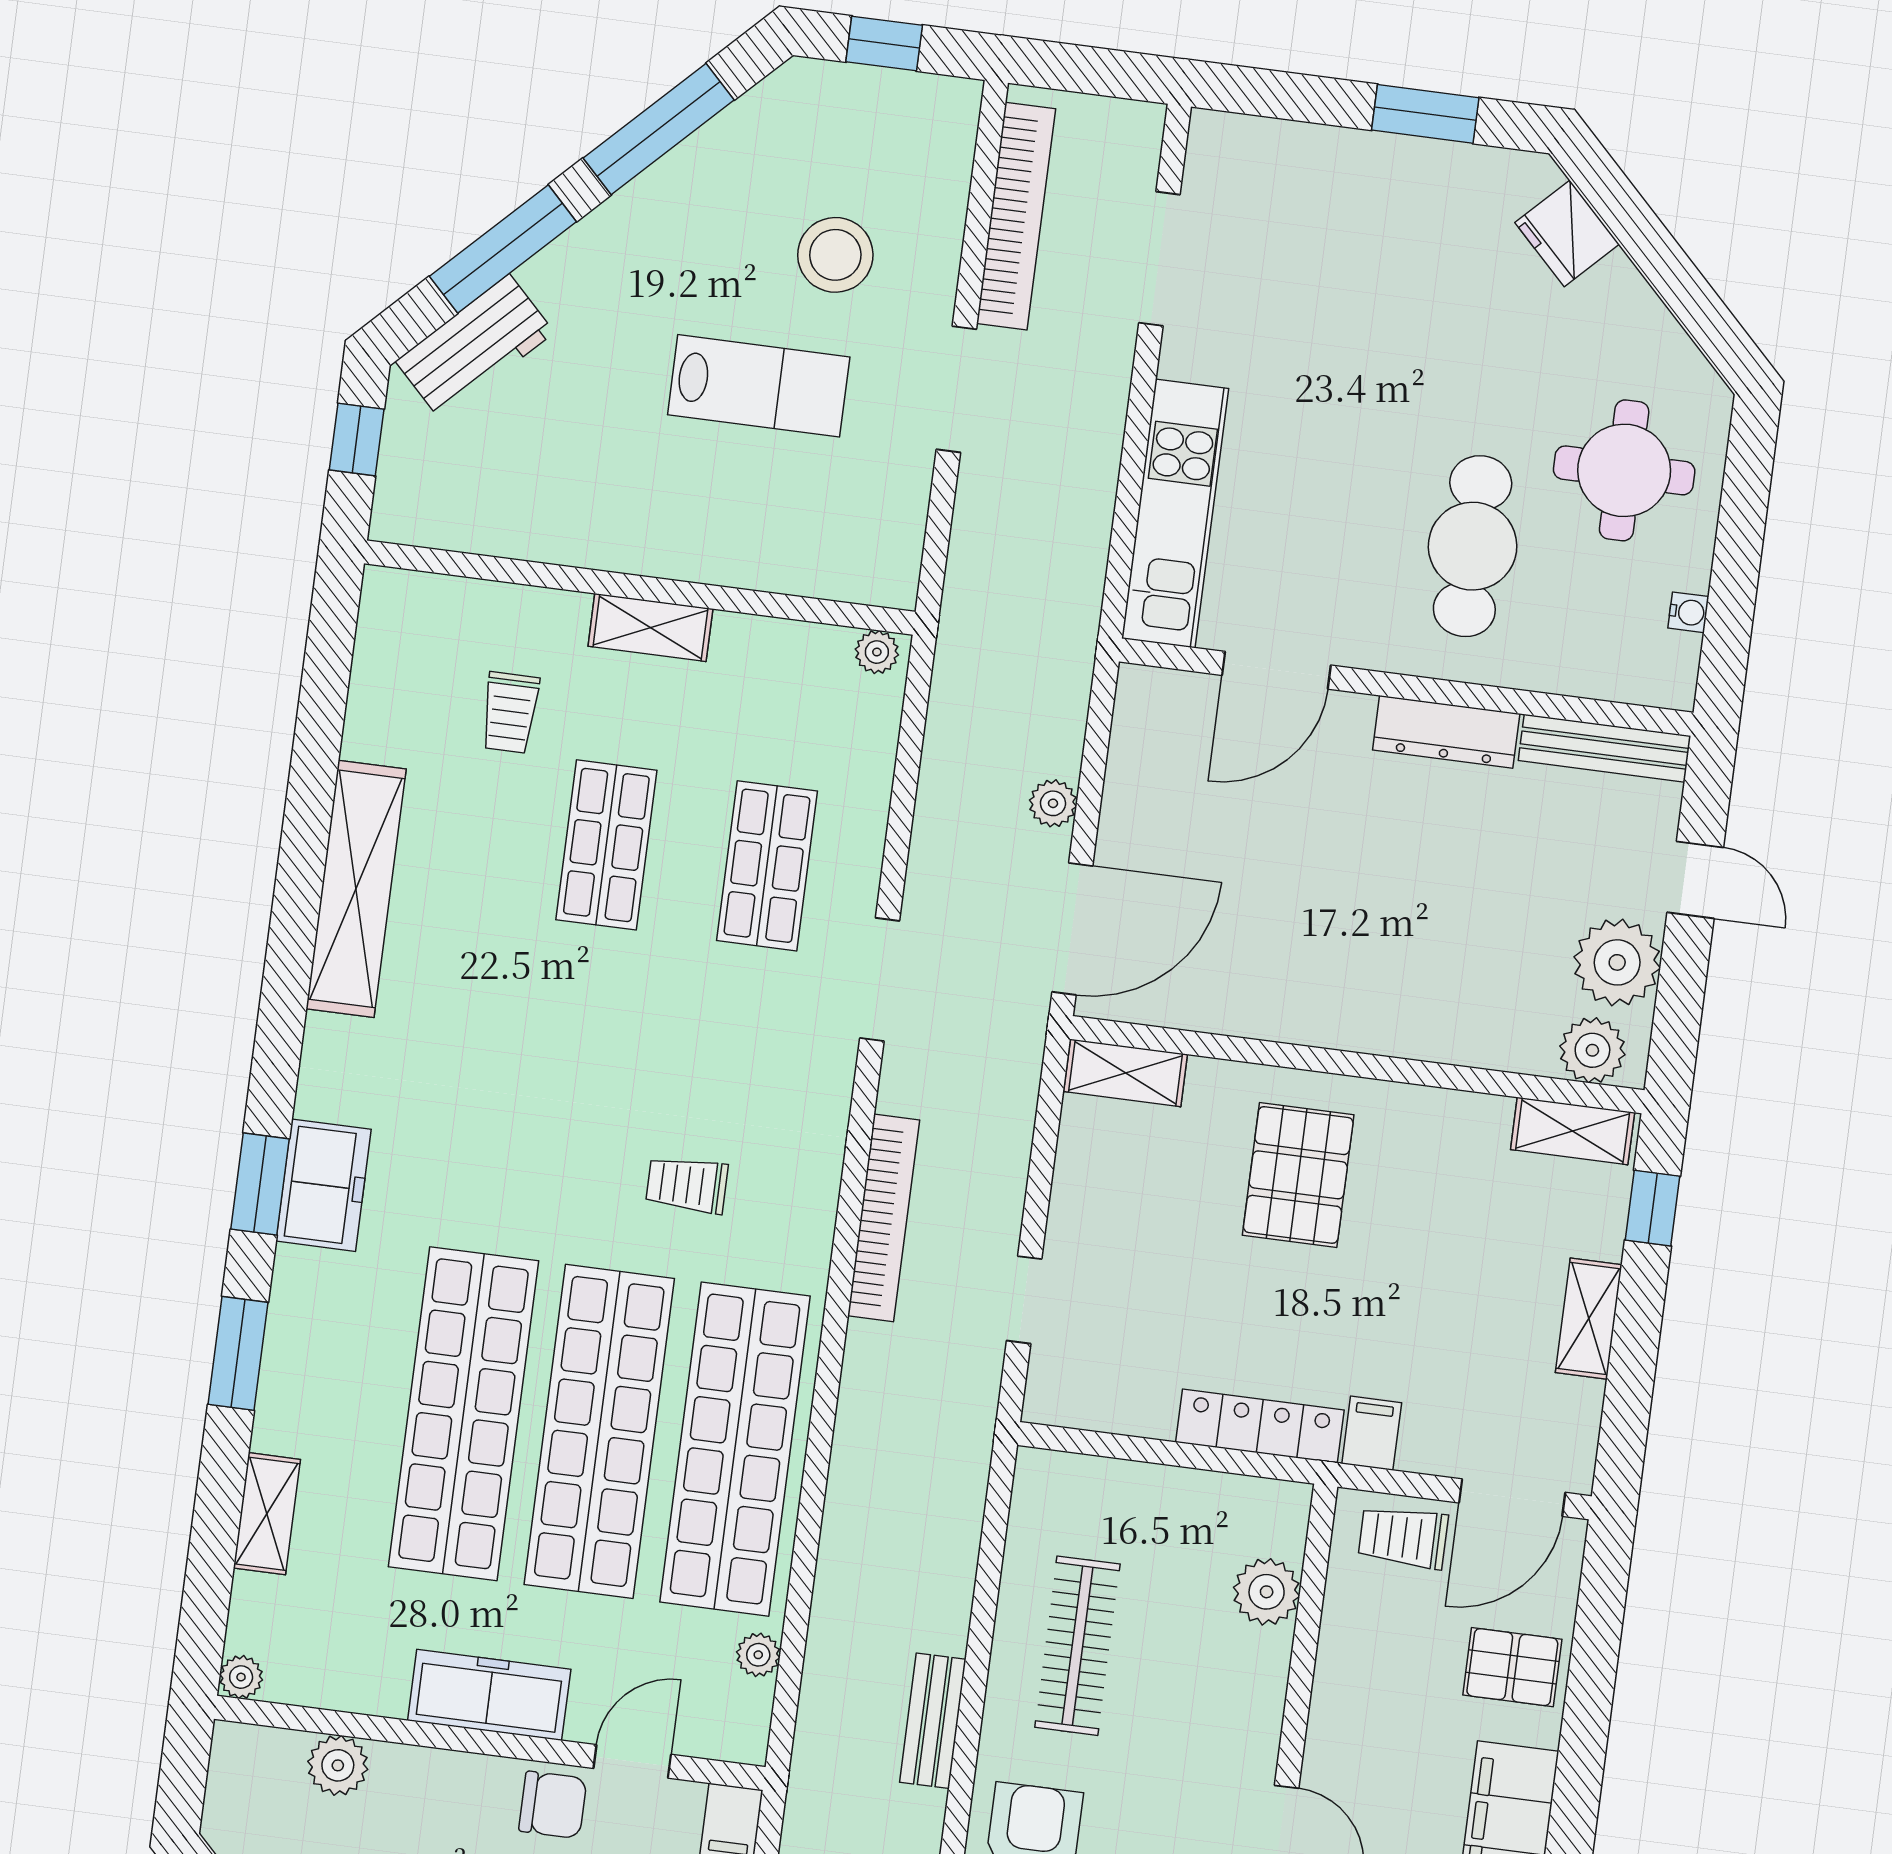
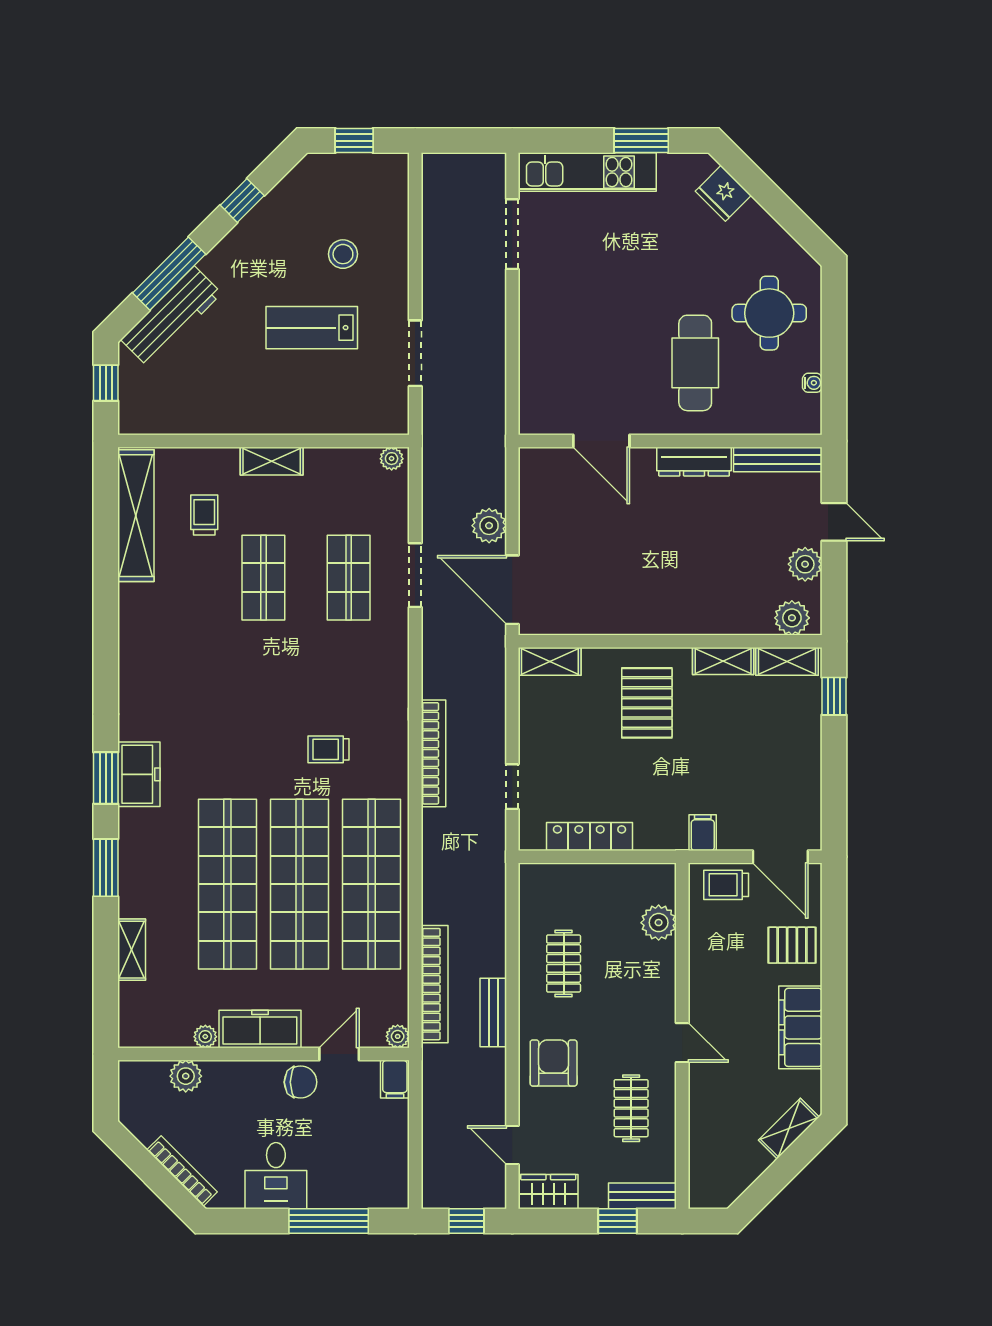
window: (659, 129) -> (242, 200), width x0.46
bookcase: (1016, 216) -> (435, 984), moved
stool: (835, 255) -> (343, 254), width x0.73, depth x0.73
workbench: (475, 347) -> (171, 316), width x1.38
lab bench: (759, 386) -> (312, 328), turned 180
doorway: (956, 389) -> (415, 353), moved
kitchen unit: (1175, 513) -> (587, 172), moved, turned 90
door: (1276, 670) -> (601, 441), hinge flipped
trolley: (510, 713) -> (204, 515), turned 180
plant: (1053, 803) -> (489, 526), width x1.38, depth x1.38
shelving: (356, 889) -> (136, 516), moved
door: (1072, 929) -> (512, 590), swing flipped
plant: (1617, 962) -> (805, 564), width x0.73, depth x0.73
doorway: (880, 980) -> (415, 575), moved
shelving: (1589, 1319) -> (723, 661), moved, turned 90
locker: (1260, 1426) -> (590, 837), moved
door: (1512, 1498) -> (780, 857), hinge flipped
clothes rail: (1077, 1646) -> (564, 963), width x0.73
plant: (758, 1655) -> (398, 1036), moved
plant: (241, 1677) -> (205, 1037), moved

